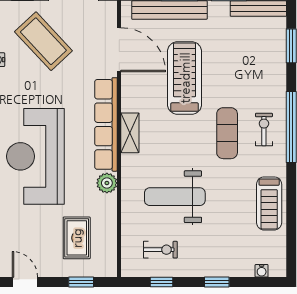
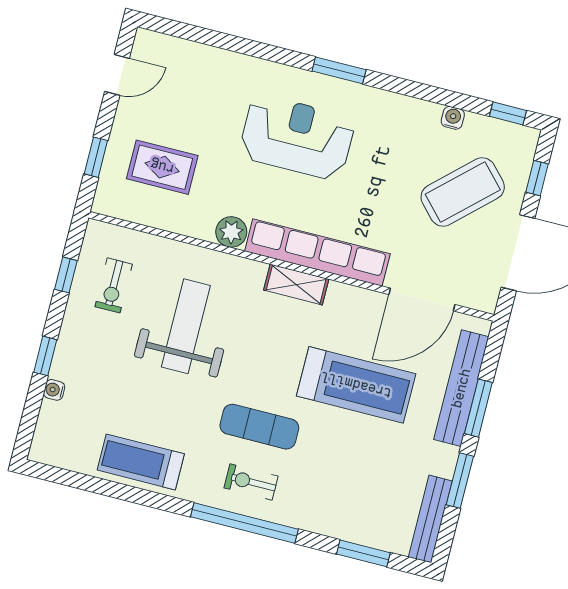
exercise bike: (264, 129) -> (251, 482), turned 180
reception desk: (35, 156) -> (297, 137), width x0.74, depth x0.77
water cooler: (262, 271) -> (54, 390), moved

